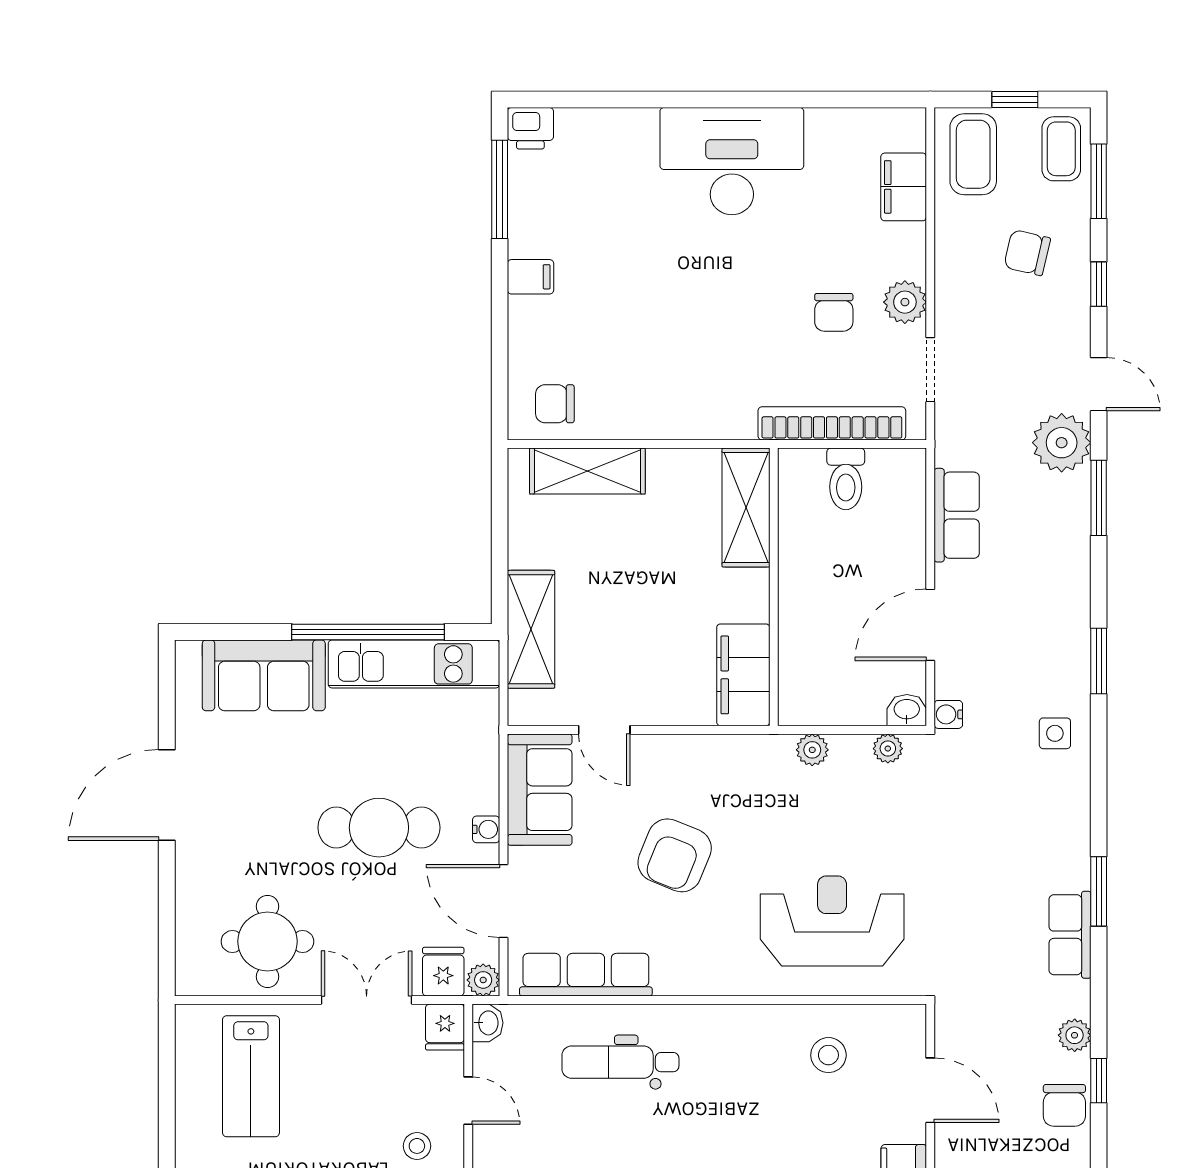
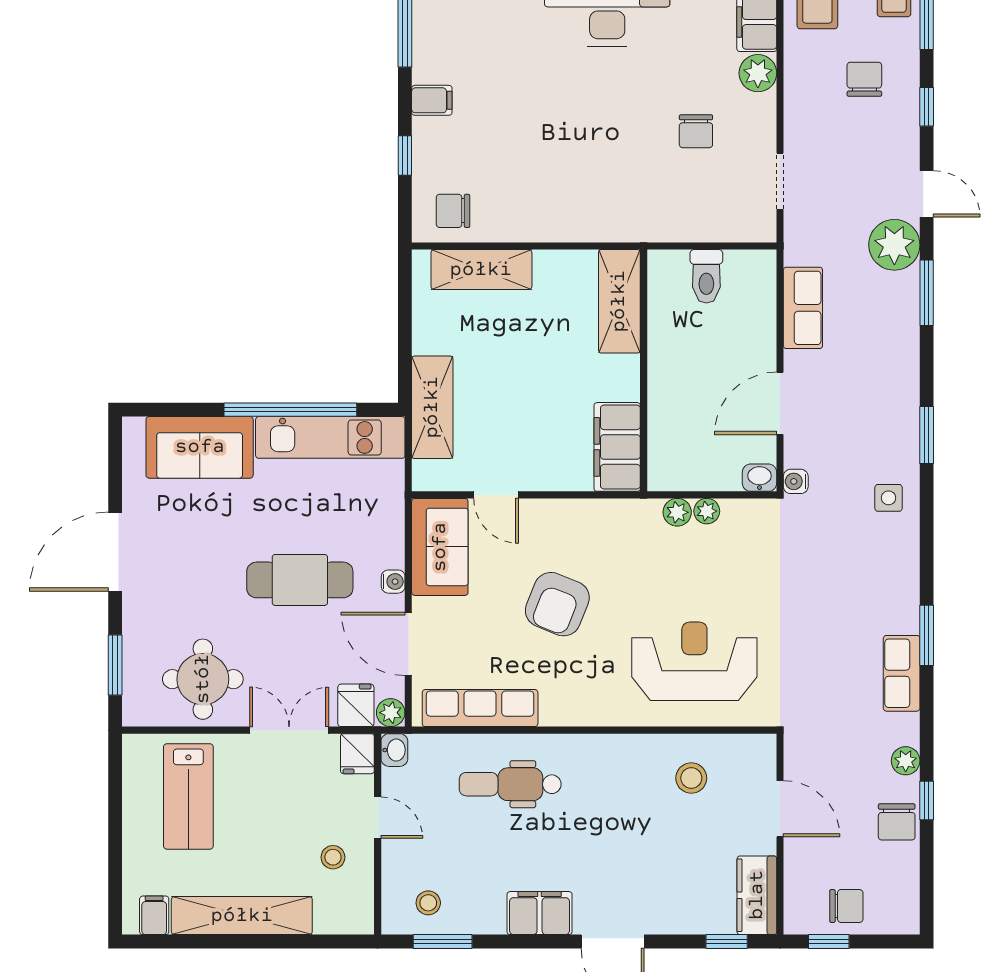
chair: (1027, 253) -> (864, 79), turned 77
plant: (905, 302) -> (758, 73), moved
window: (500, 340) -> (405, 155), added
bookcase: (832, 423) -> (694, 228), removed
plant: (888, 749) -> (707, 511), moved
window: (167, 925) -> (115, 665), added

